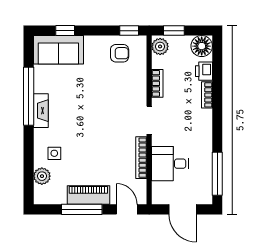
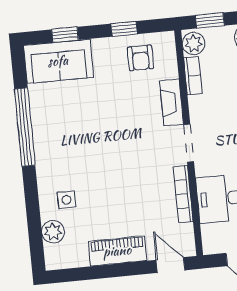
window: (129, 31) -> (124, 29), moved
armchair: (120, 53) -> (140, 58), turned 90
bookcase: (157, 83) -> (193, 76), moved
fireplace: (41, 111) -> (172, 103), moved, turned 180
window: (82, 209) -> (110, 271), removed

